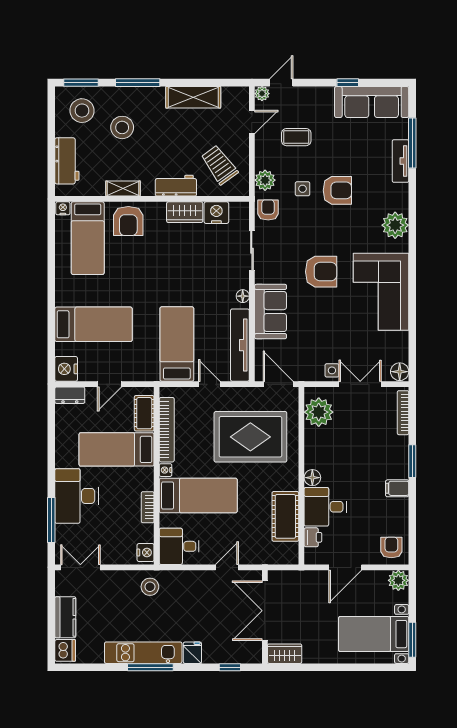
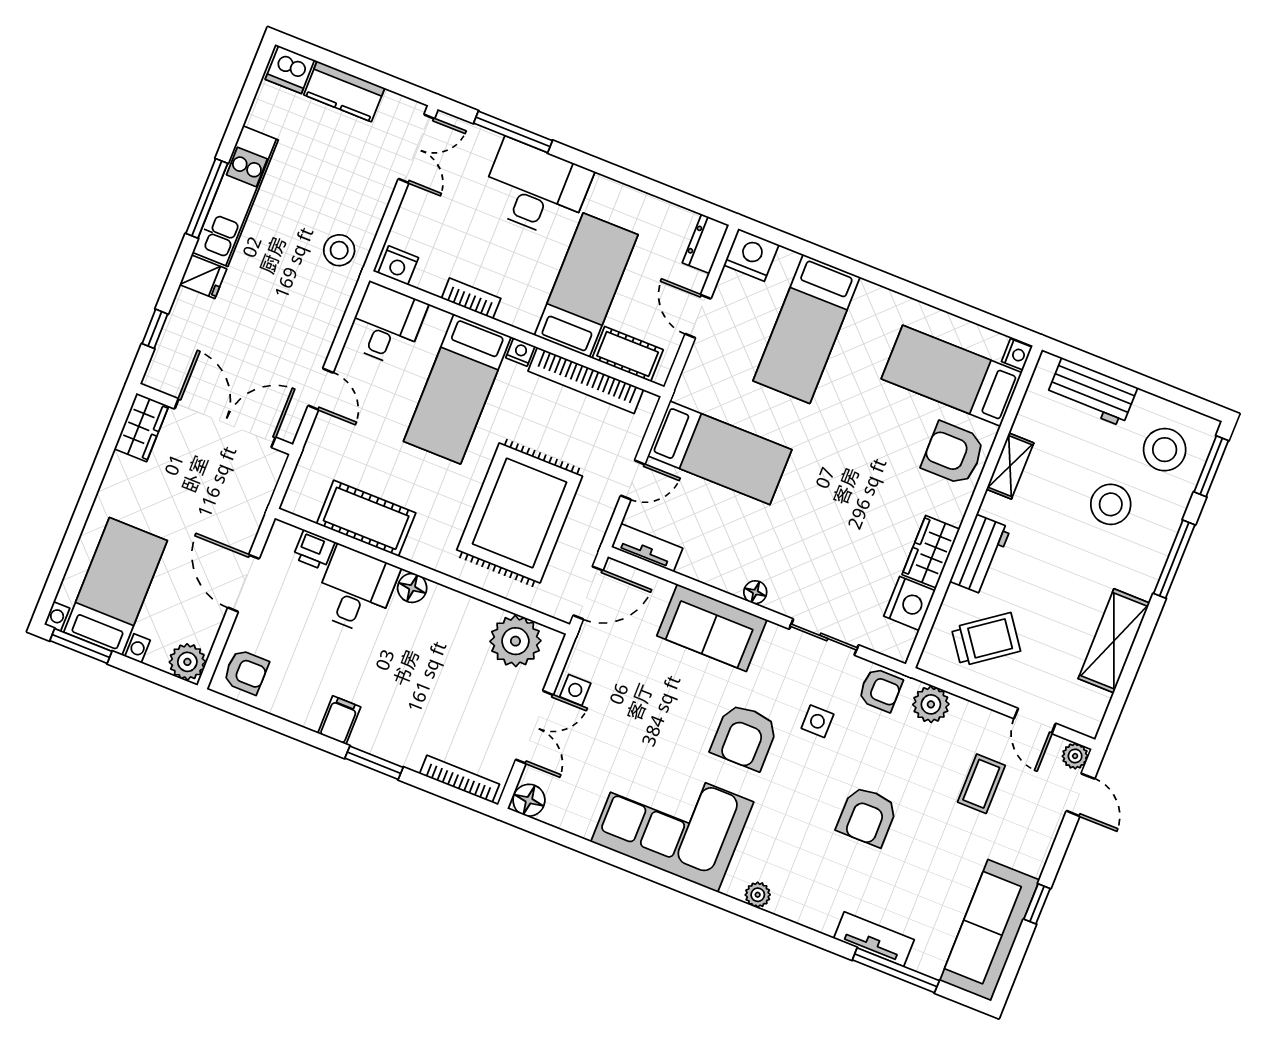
side table: (303, 189) -> (817, 721), moved
plant: (395, 225) -> (758, 895), width x0.53, depth x0.53
tv unit: (240, 345) -> (647, 548), width x0.52, depth x0.78

